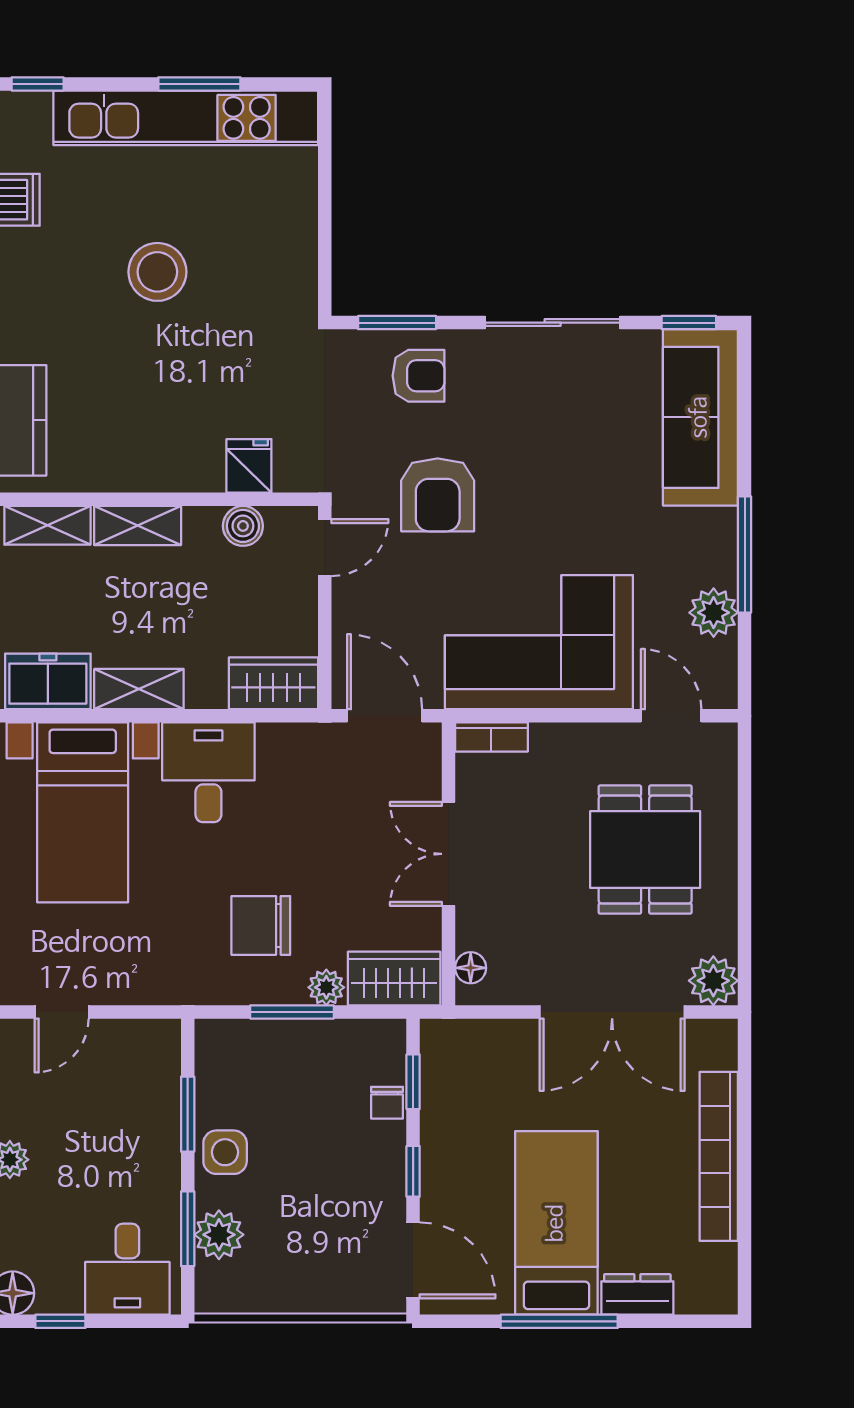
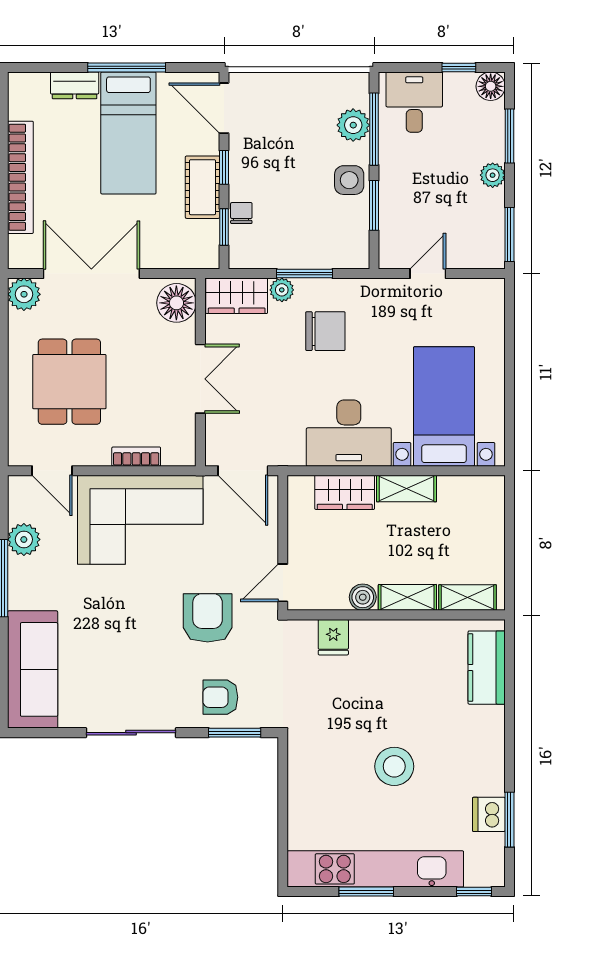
window: (689, 323) -> (40, 733), removed
boiler: (243, 526) -> (363, 597), moved
freezer: (48, 681) -> (467, 494), removed
wardrobe: (273, 683) -> (345, 492), moved
bookcase: (491, 737) -> (136, 457), moved
desk: (208, 772) -> (349, 433), width x1.37
floor lamp: (471, 968) -> (176, 303), width x1.89, depth x1.89
door: (62, 1012) -> (428, 274), moved
cot: (445, 1142) -> (203, 187), added
window: (188, 1229) -> (374, 129), width x1.44

